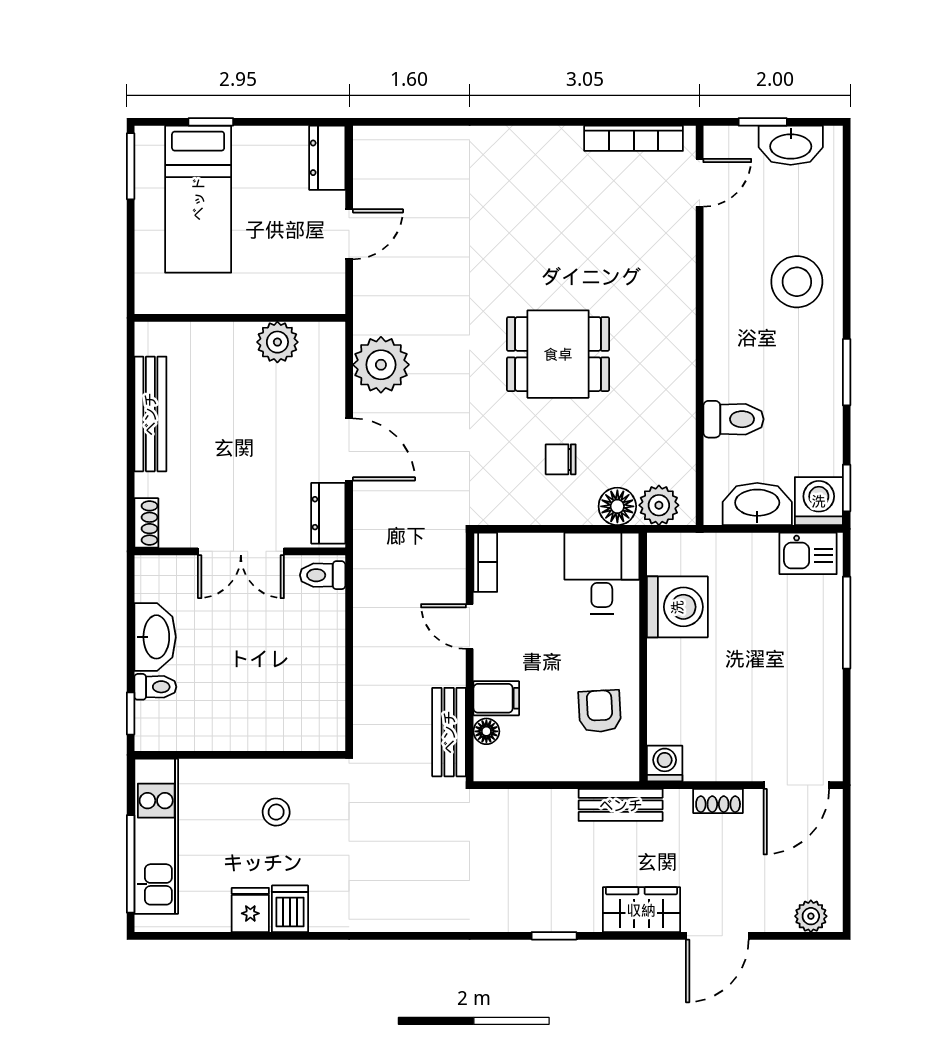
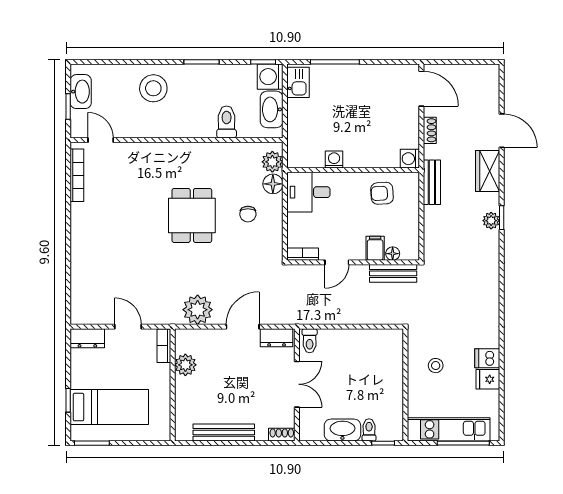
bookcase: (313, 301) -> (164, 346), added
washing machine: (677, 607) -> (334, 160), width x0.53, depth x0.53
plant: (811, 916) -> (491, 221), moved

